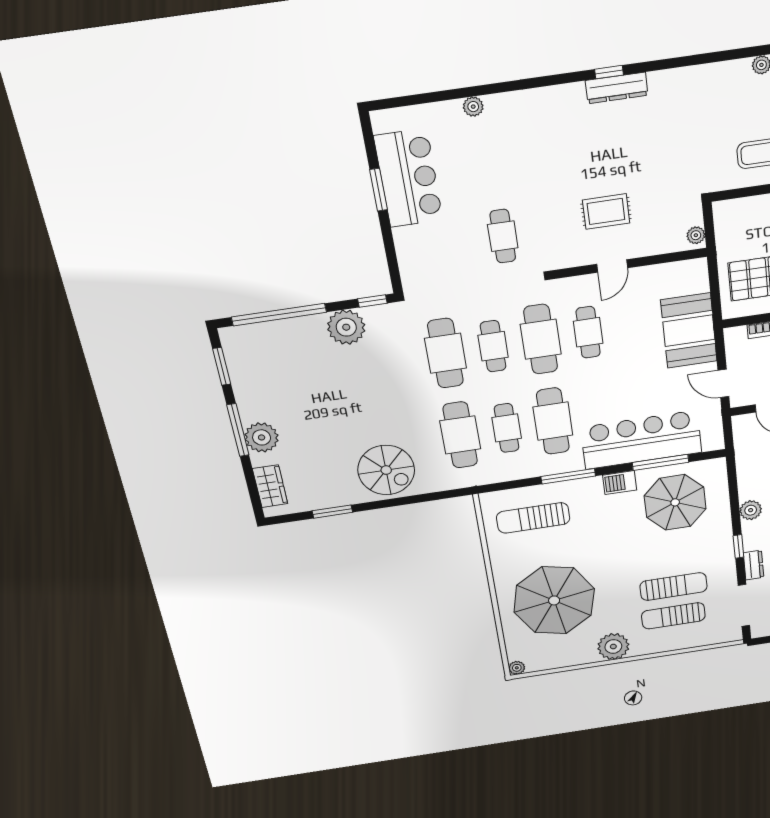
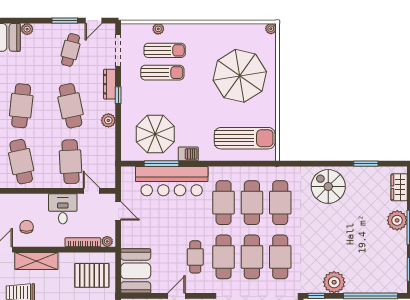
booth: (689, 331) -> (136, 271), moved
plant: (737, 335) -> (107, 241), added
cafe table: (493, 346) -> (252, 257), width x1.37, depth x1.35
cafe table: (507, 428) -> (252, 203), width x1.37, depth x1.35
window: (568, 476) -> (219, 164), removed
sun lounger: (533, 518) -> (245, 138), width x1.36, depth x1.34
dresser: (754, 565) -> (110, 84), width x1.44
sun lounger: (674, 587) -> (162, 73), turned 180
plant: (613, 647) -> (158, 29), moved, width x0.53, depth x0.53

